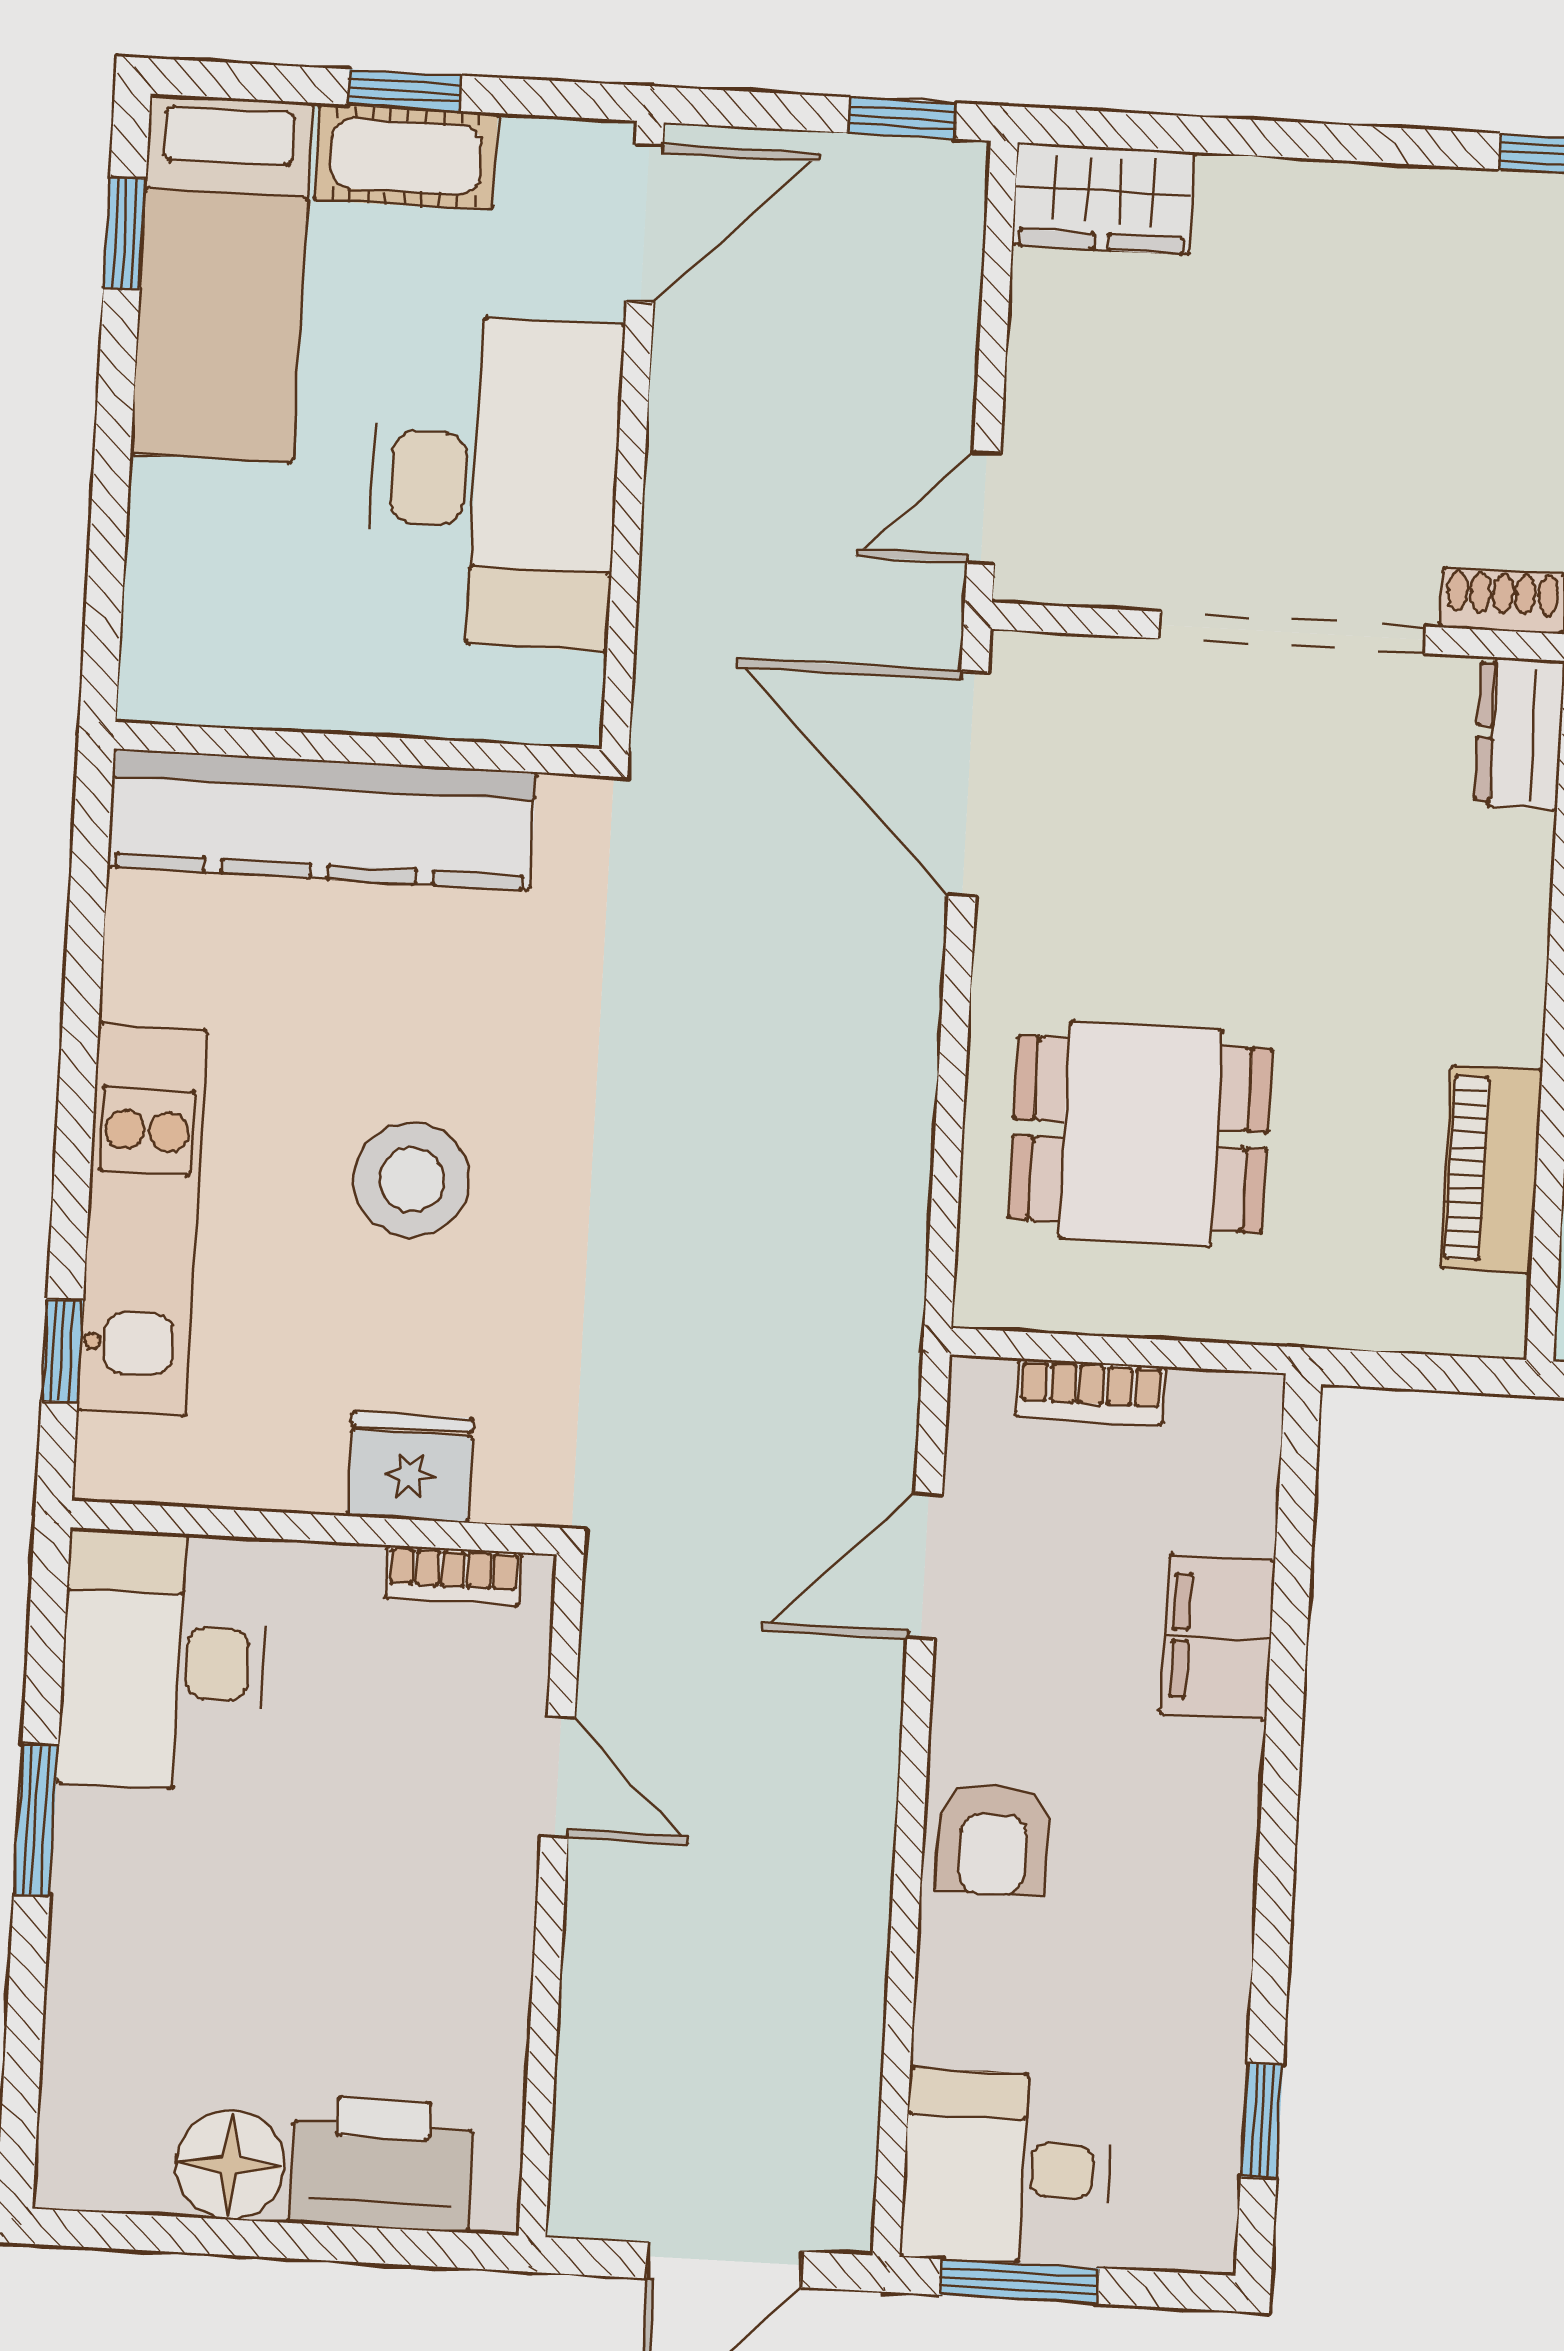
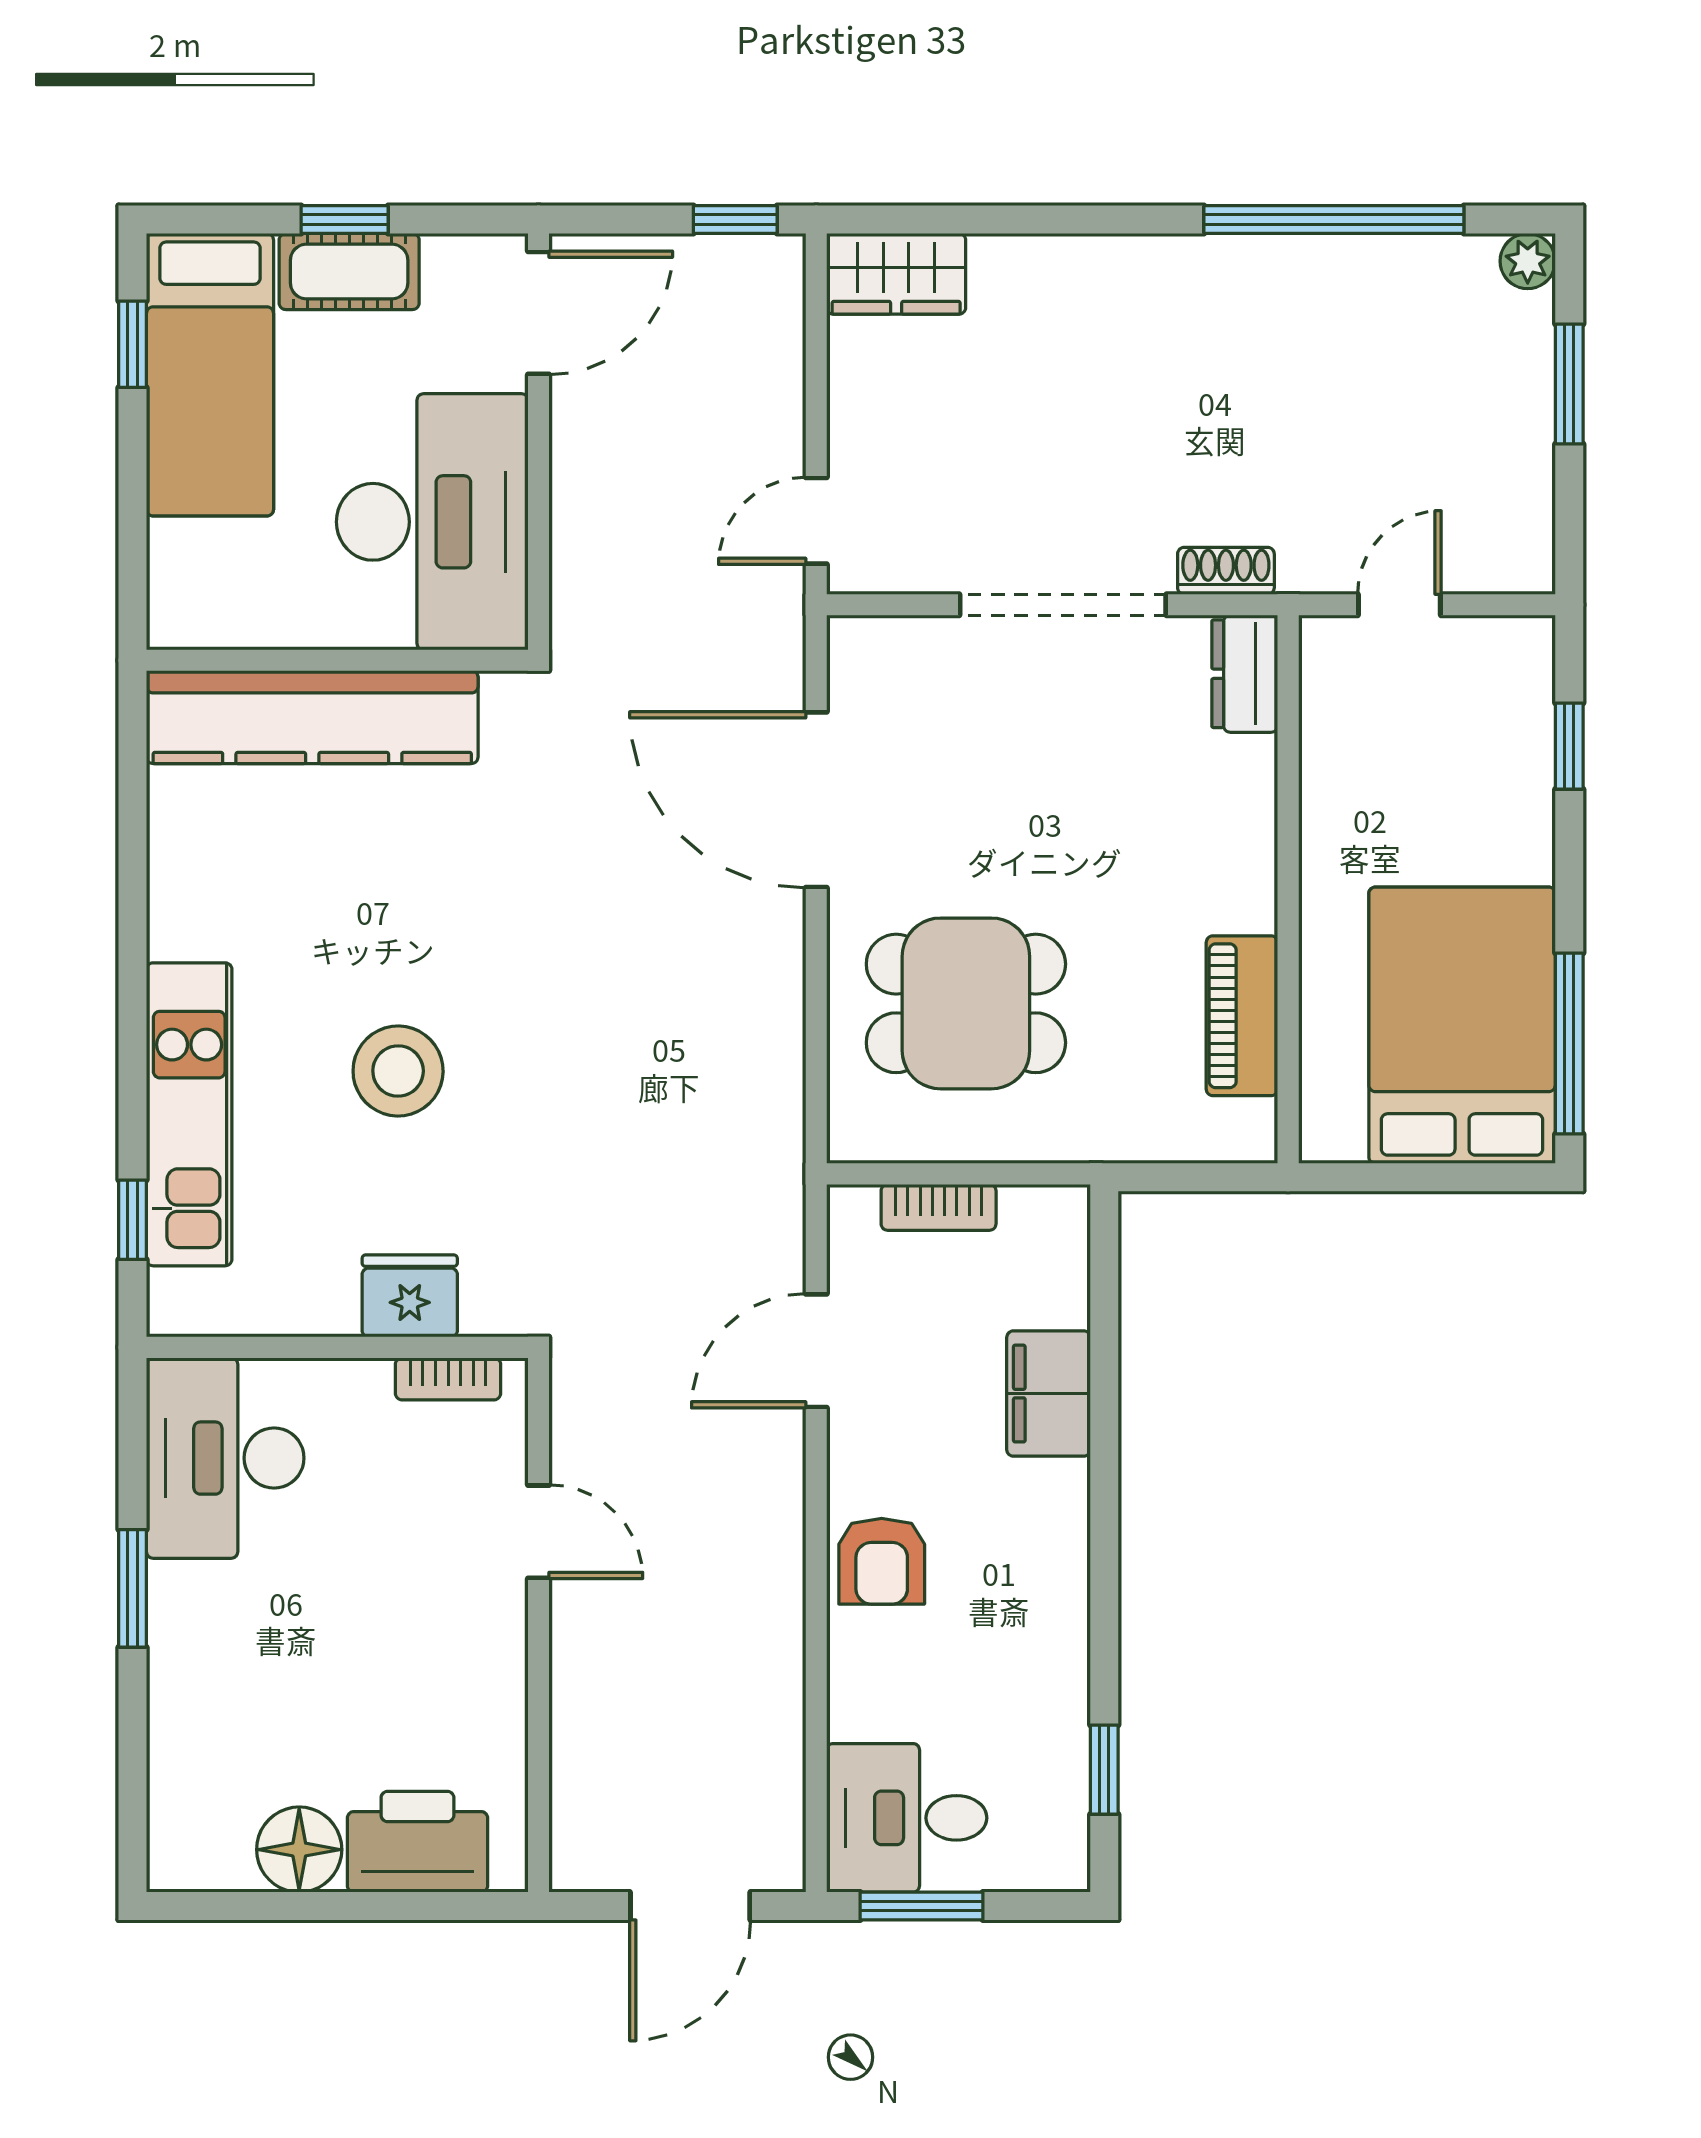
wall: (358, 749) -> (337, 660), moved
door: (968, 784) -> (816, 800), moved
kitchen counter: (322, 820) -> (312, 717), moved

